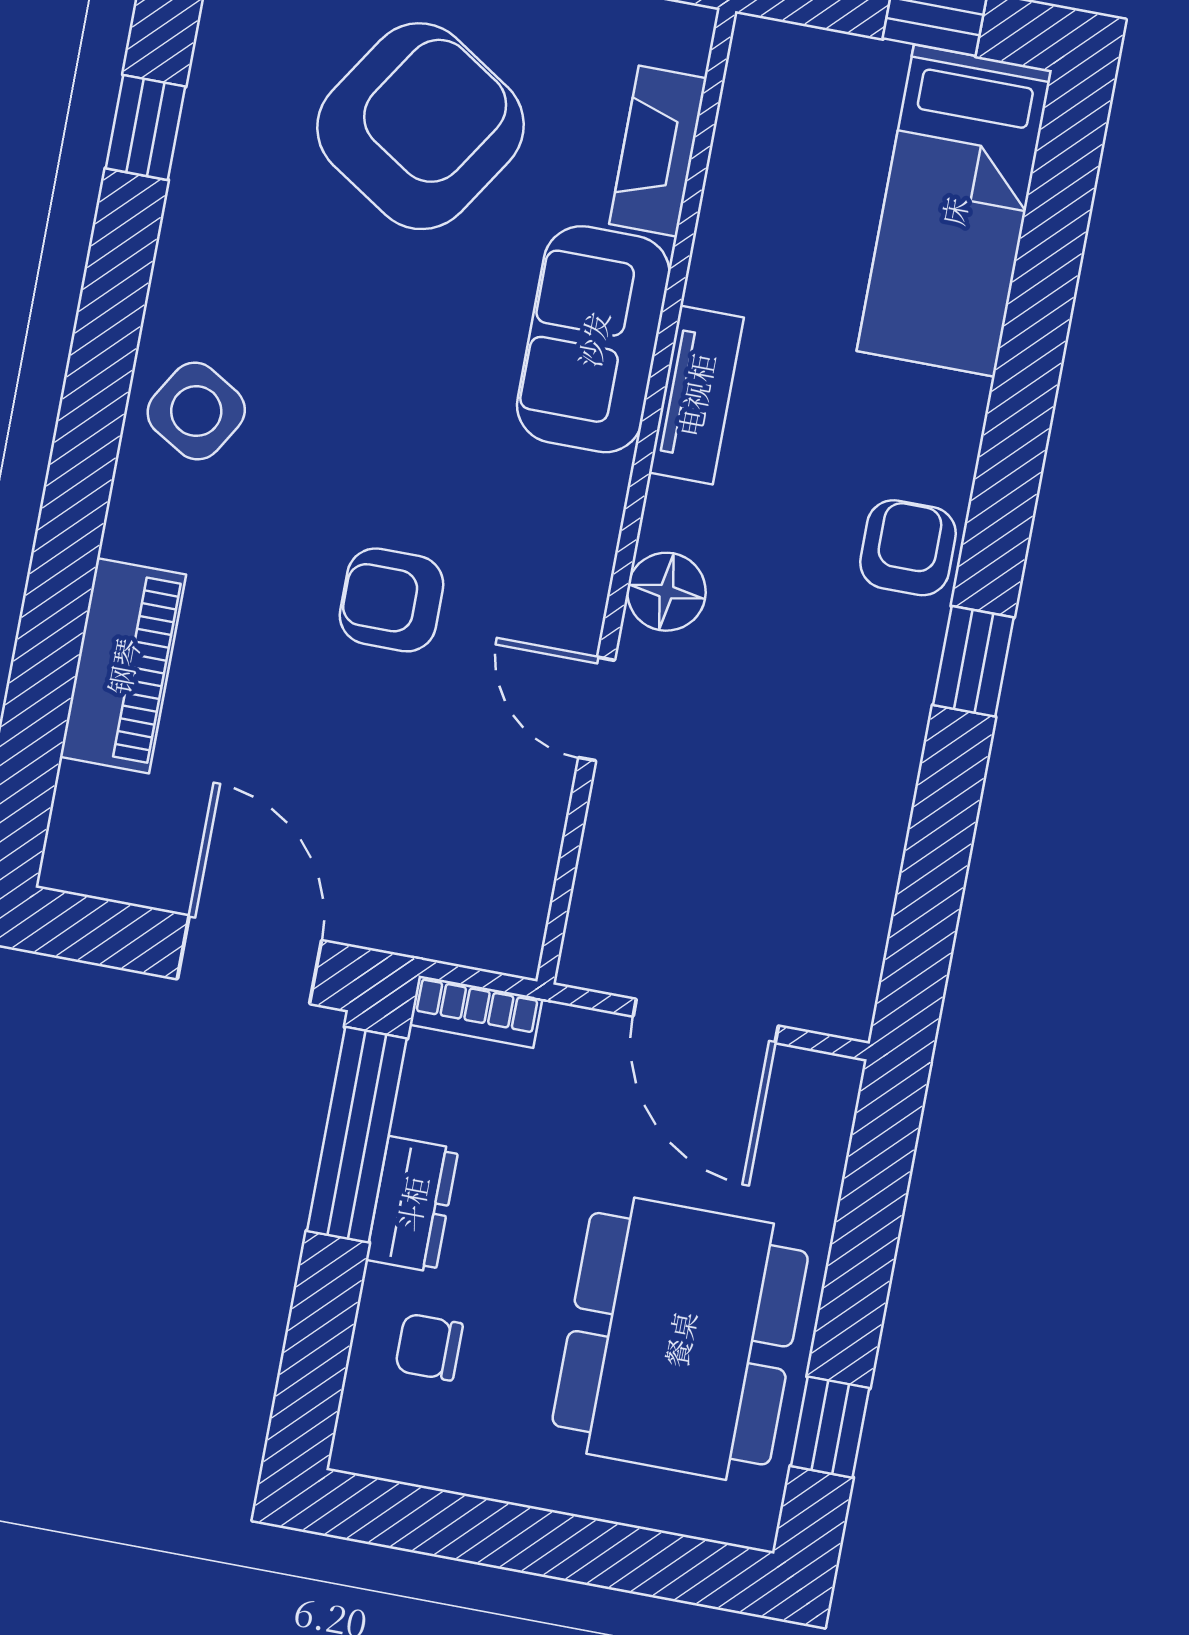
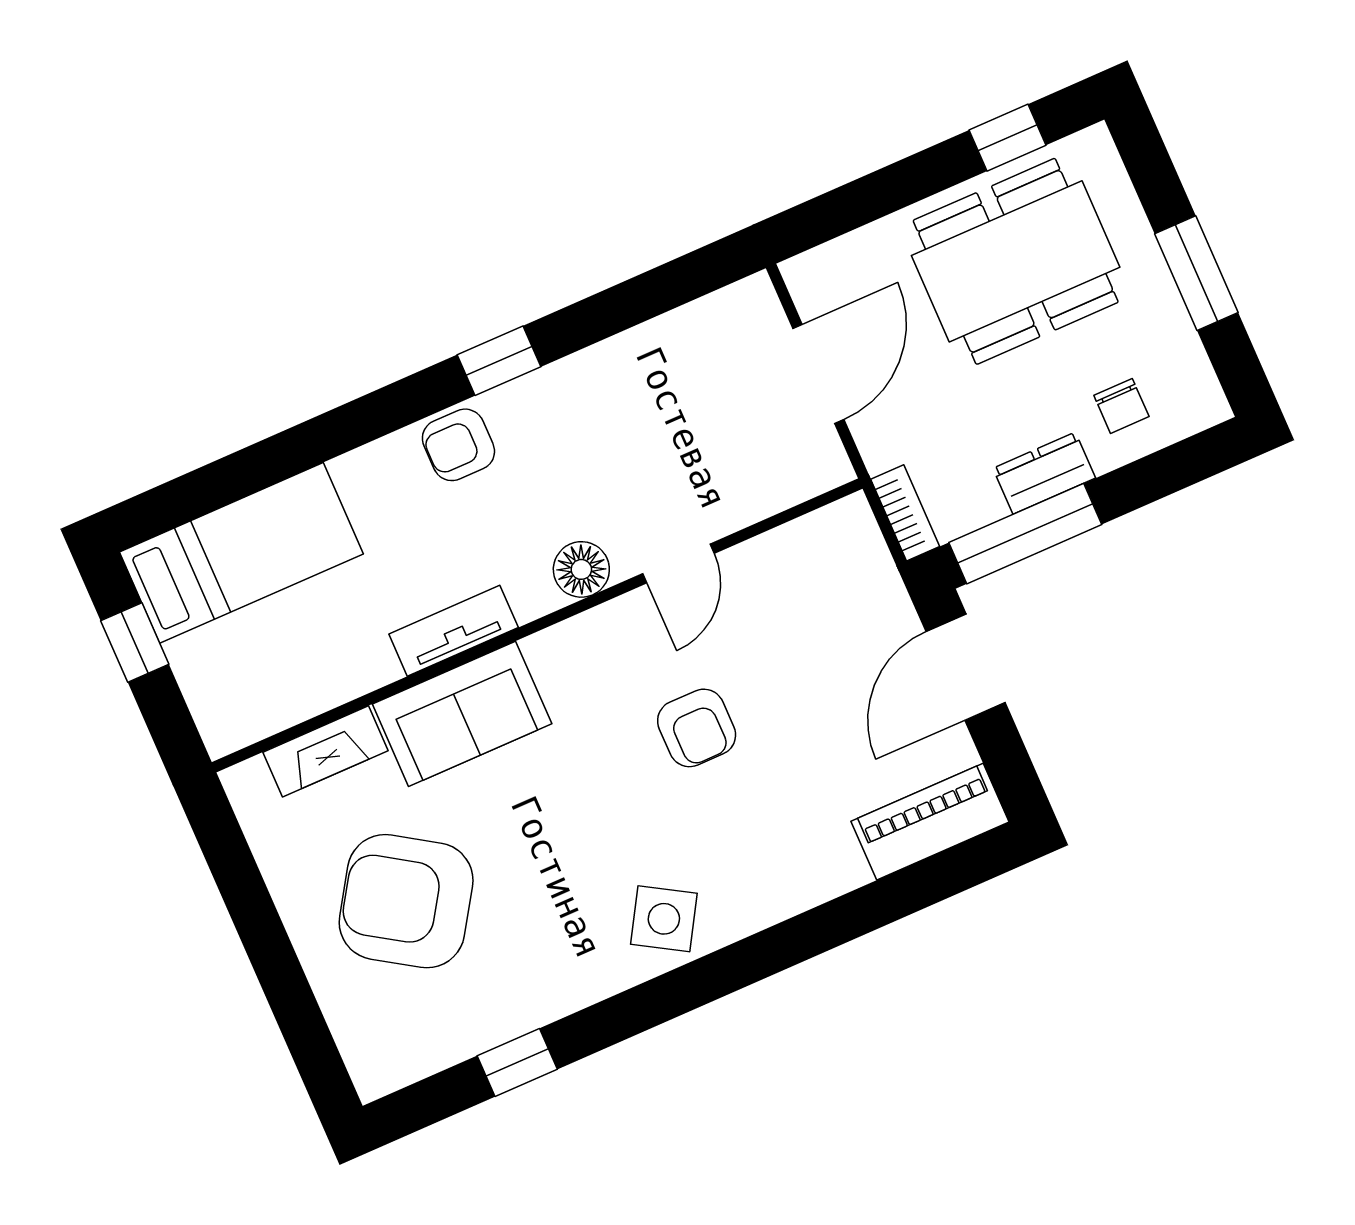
piano: (123, 666) -> (930, 822), moved
window: (524, 1539) -> (1196, 273), added

